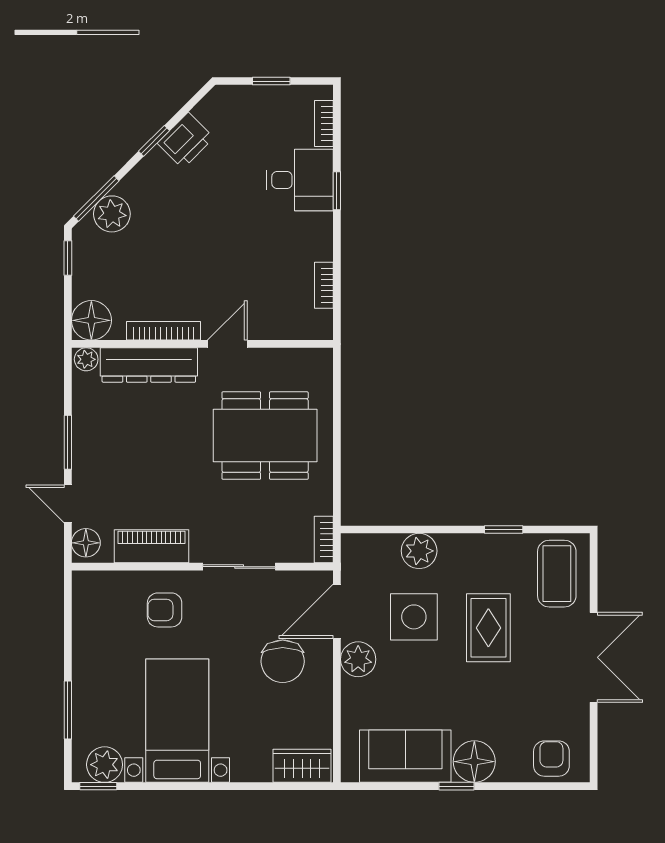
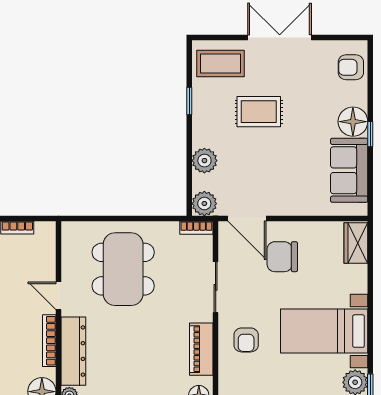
side table: (414, 617) -> (251, 164), removed
plant: (358, 659) -> (204, 204), moved
chair: (283, 661) -> (282, 257), turned 180

